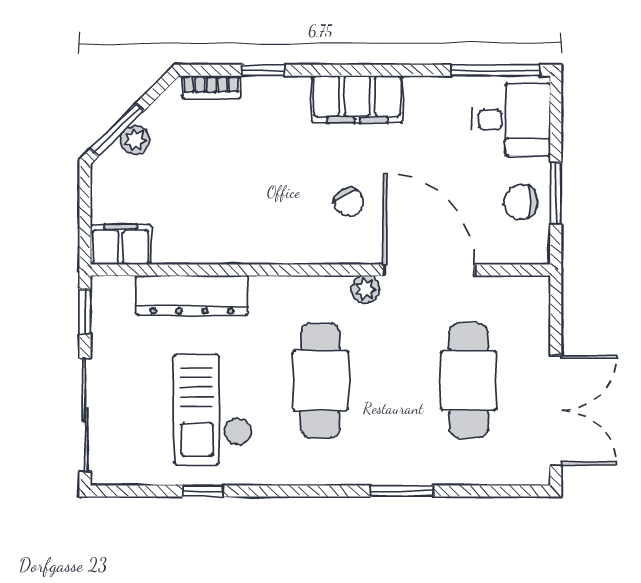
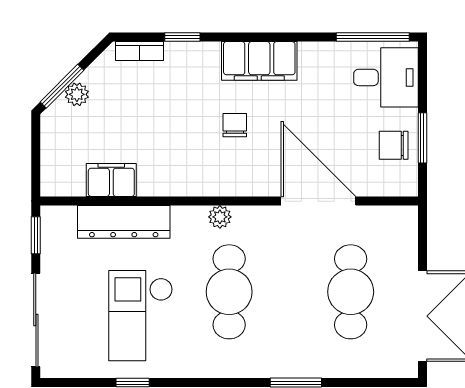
chair: (349, 202) -> (235, 125), moved, turned -148
filing cabinet: (121, 244) -> (111, 180), moved
plant: (365, 289) -> (220, 217), moved

